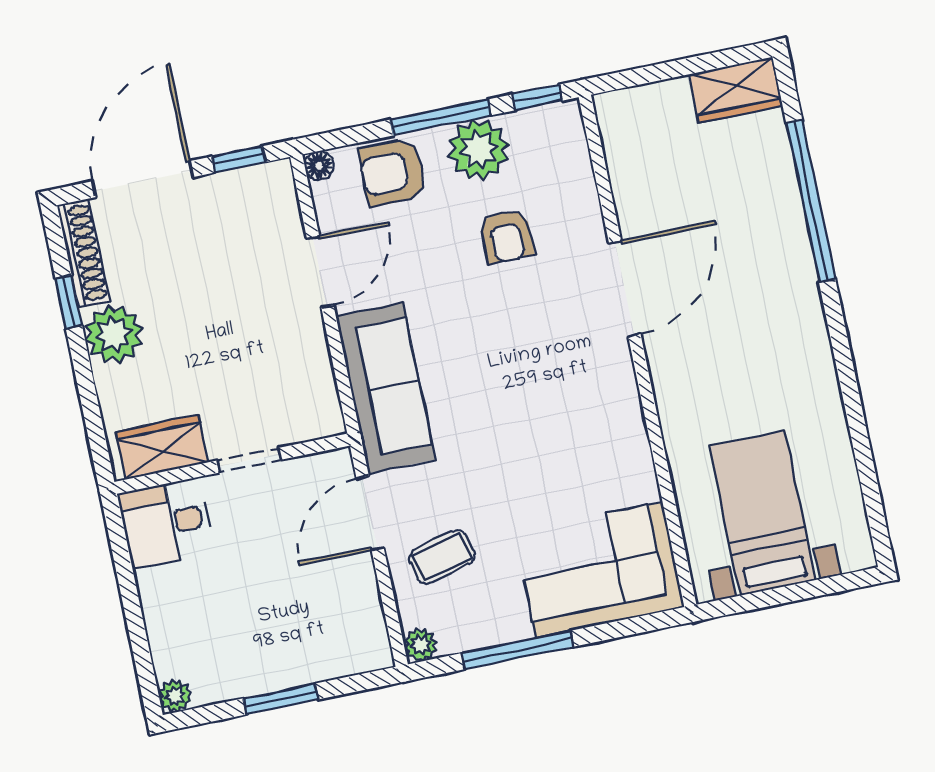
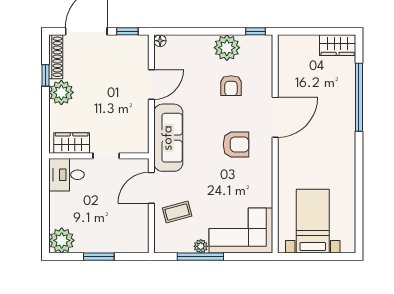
window: (440, 118) -> (214, 31), removed
armchair: (393, 172) -> (236, 144), moved, turned 180
plant: (421, 645) -> (201, 246), moved
plant: (175, 696) -> (62, 240), width x1.88, depth x1.88

